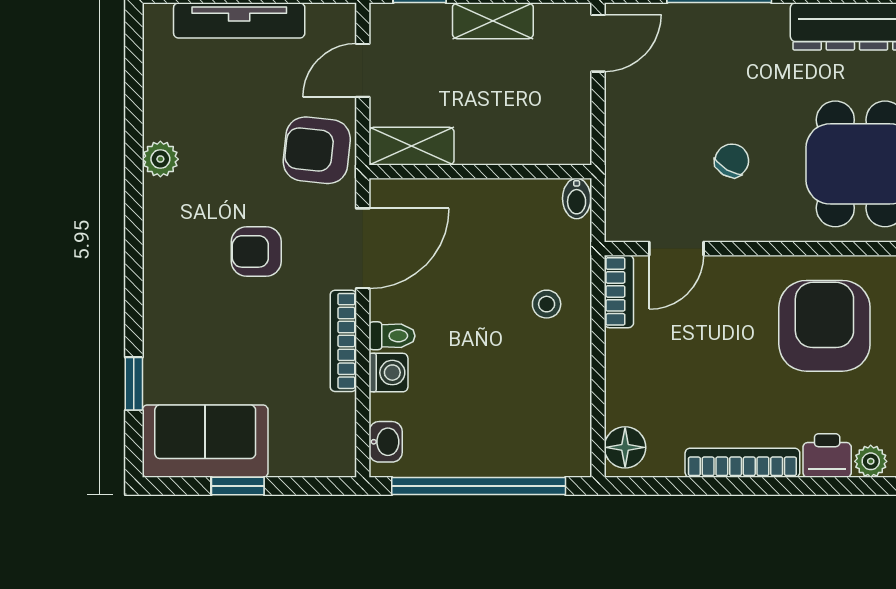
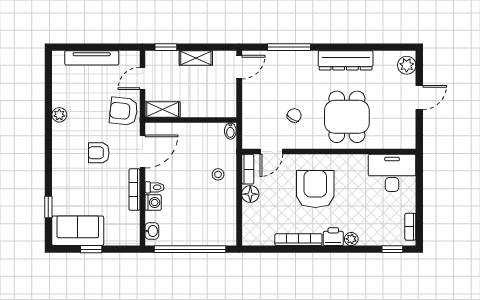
armchair: (824, 326) -> (315, 189), moved
floor lamp: (625, 447) -> (250, 194), moved

